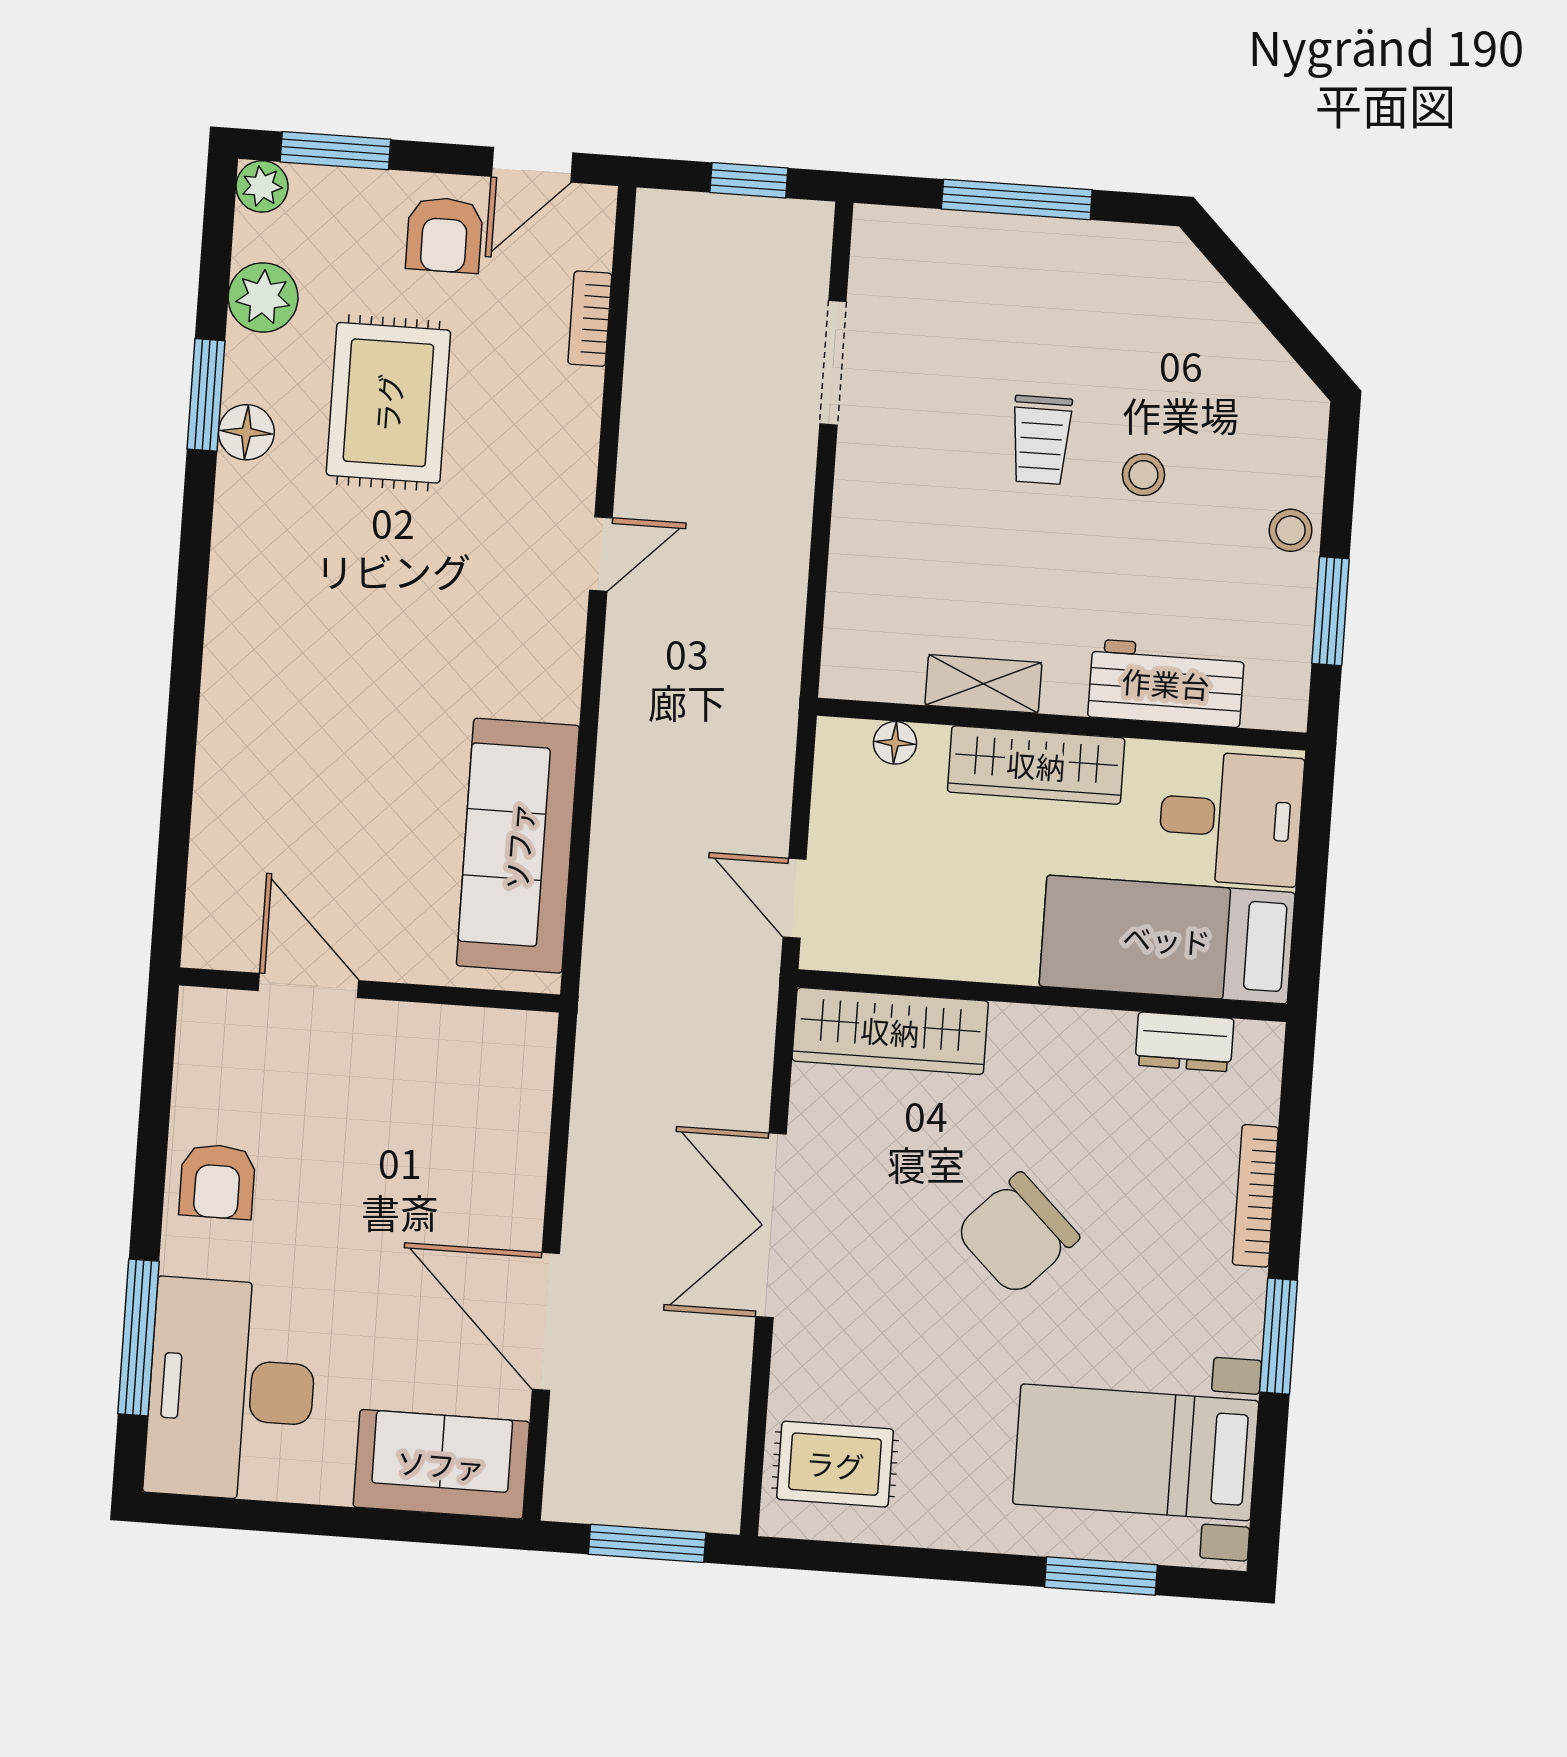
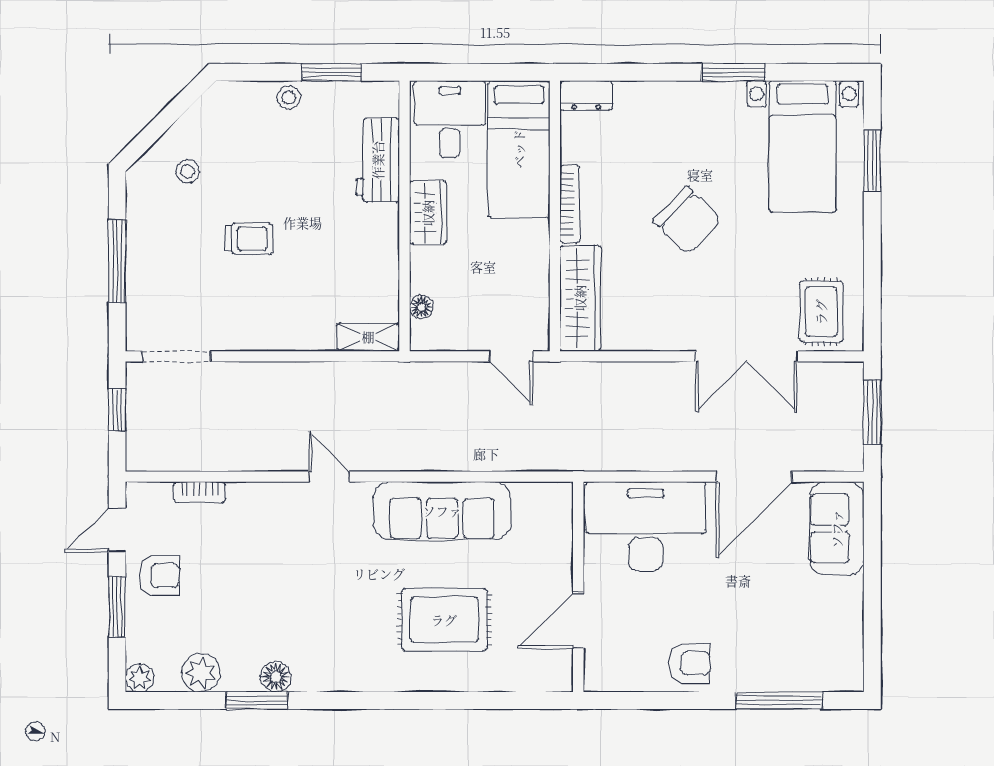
window: (335, 151) -> (117, 607), moved
door: (532, 165) -> (117, 530), swing flipped
doorway: (833, 363) -> (177, 356), moved
rug: (388, 403) -> (444, 620), moved
stool: (1143, 475) -> (188, 171), moved
shelving: (983, 684) -> (368, 337), moved, turned 90
wardrobe: (1036, 765) -> (428, 213), width x0.67
sofa: (518, 846) -> (442, 511), moved
door: (795, 898) -> (511, 356), hinge flipped
dresser: (1184, 1042) -> (586, 95), moved, turned 90
bookcase: (1255, 1196) -> (570, 204), moved, turned -90
double door: (771, 1225) -> (746, 356), moved
desk: (231, 1390) -> (646, 527), moved, turned 180

